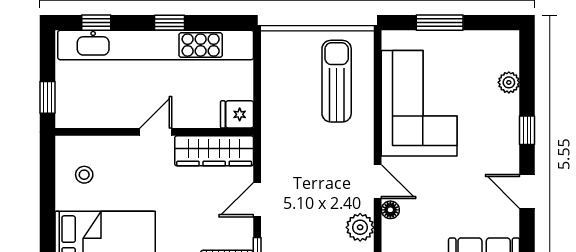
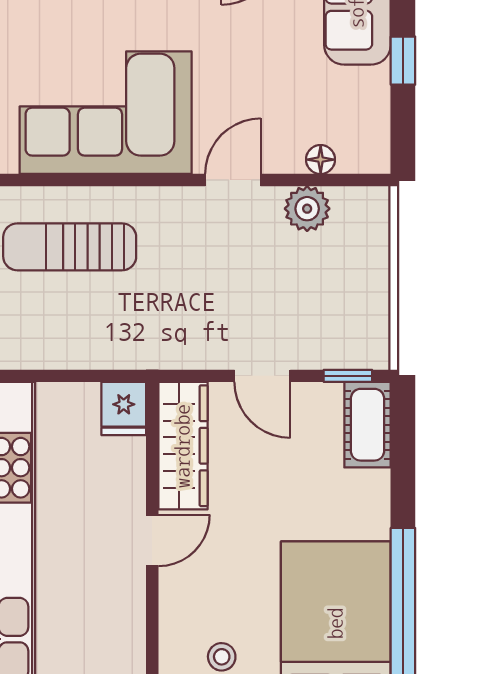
door: (156, 132) -> (152, 540), swing flipped
floor lamp: (390, 210) -> (321, 160), moved

